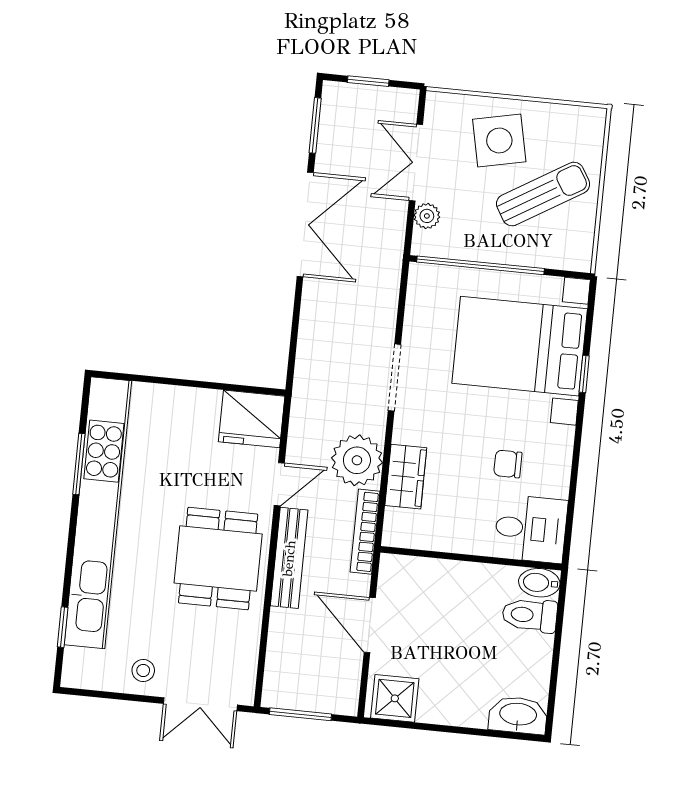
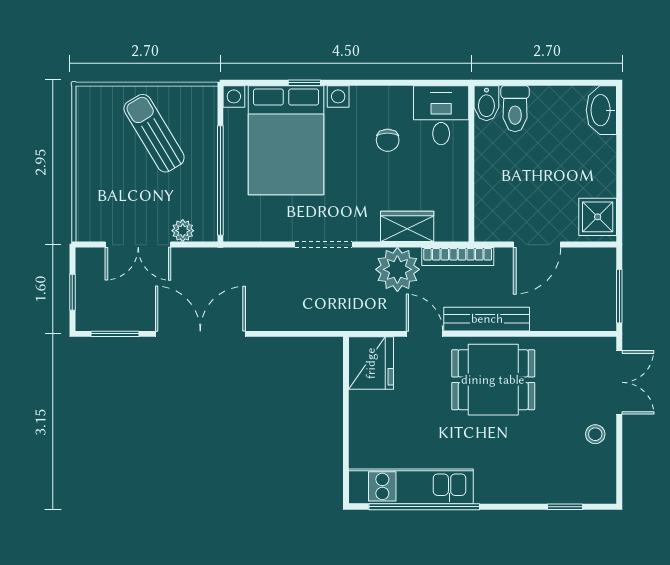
side table: (499, 141) -> (112, 175), removed
window: (79, 464) -> (424, 507), width x2.11
kitchen unit: (98, 513) -> (411, 486), width x0.54

